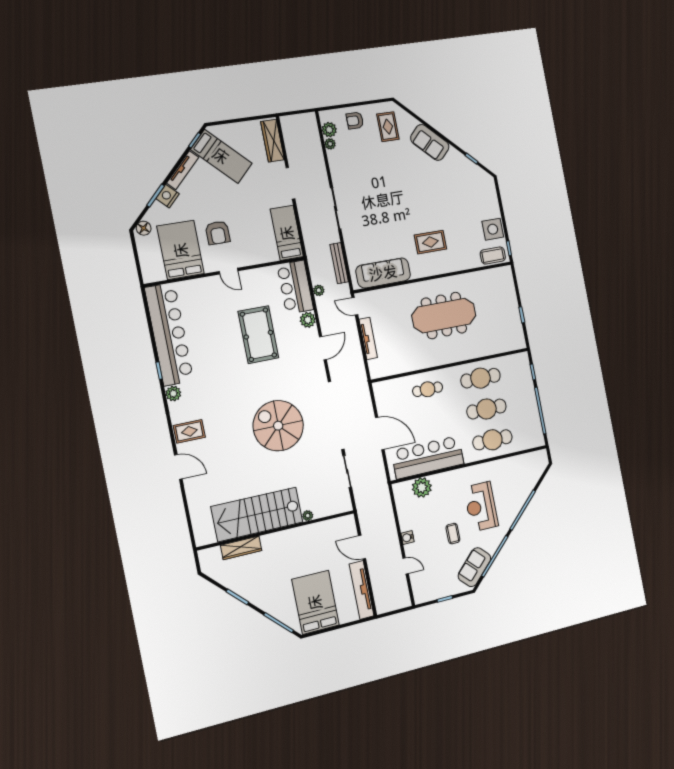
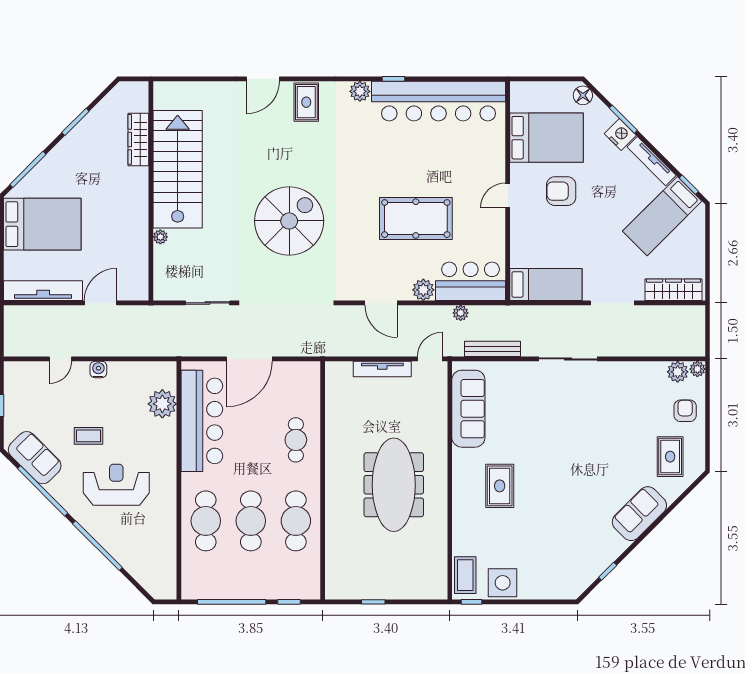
rug: (388, 127) -> (670, 457), turned 90
plant: (330, 144) -> (697, 369), moved

